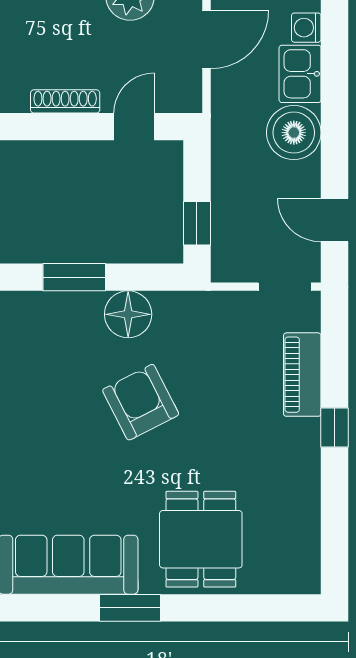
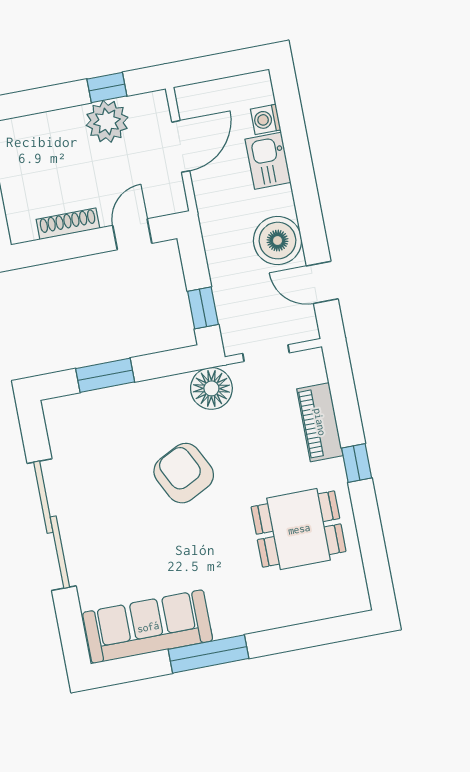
boiler: (294, 133) -> (277, 241), moved
doorway: (285, 287) -> (266, 353), moved
floor lamp: (128, 314) -> (211, 388), moved
dining table: (201, 539) -> (299, 529), moved, turned 90
window: (130, 608) -> (208, 654), width x1.44

